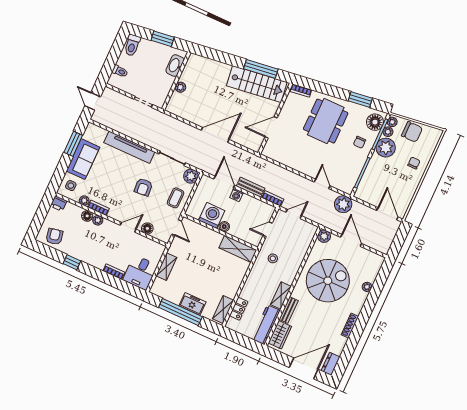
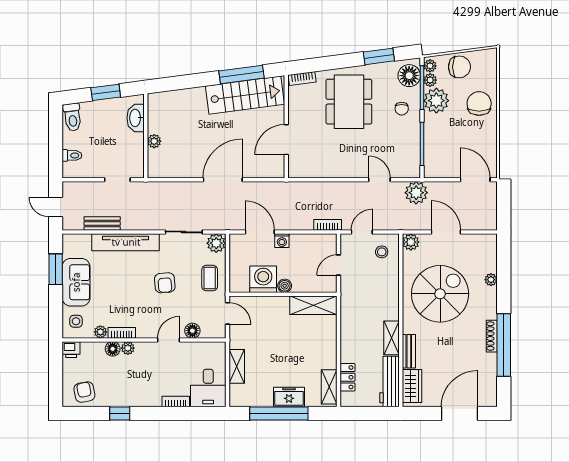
chair: (414, 163) -> (479, 104), width x1.87, depth x1.87
bench: (251, 187) -> (102, 223), moved
stool: (273, 258) -> (382, 252), moved
window: (355, 335) -> (504, 345), added
dresser: (330, 364) -> (489, 393), removed

